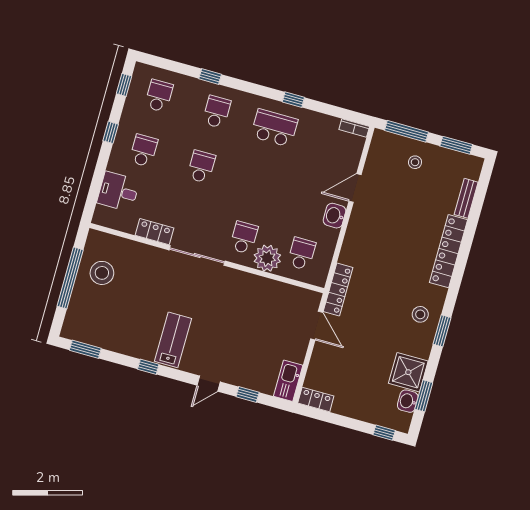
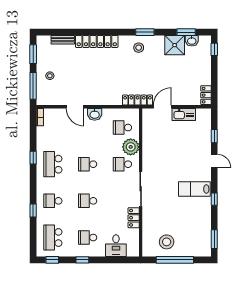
school desk: (159, 96) -> (53, 238), width x1.85
school desk: (259, 183) -> (88, 164), added
kitchen sink: (288, 381) -> (184, 114), moved

